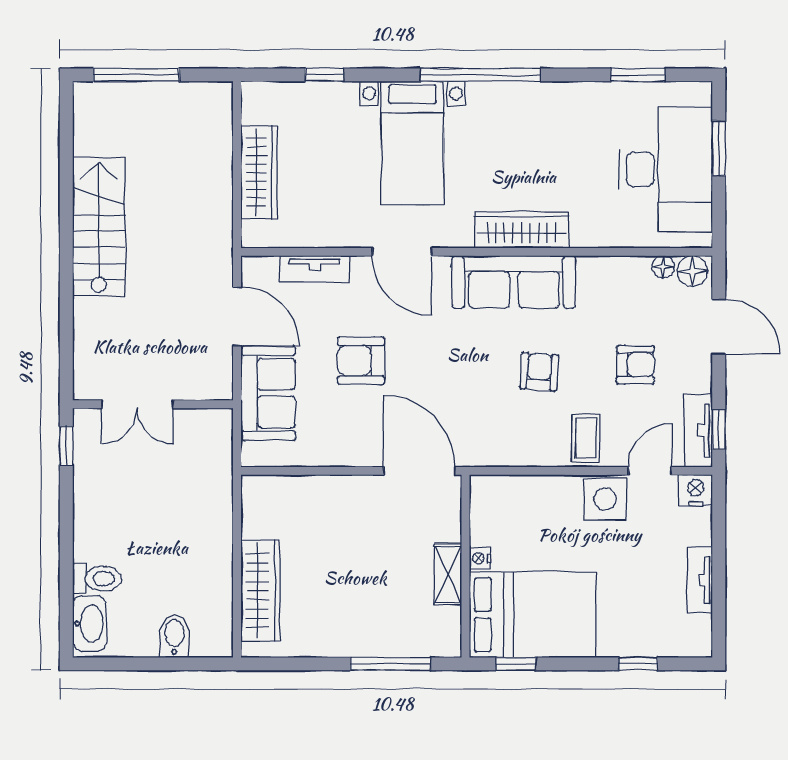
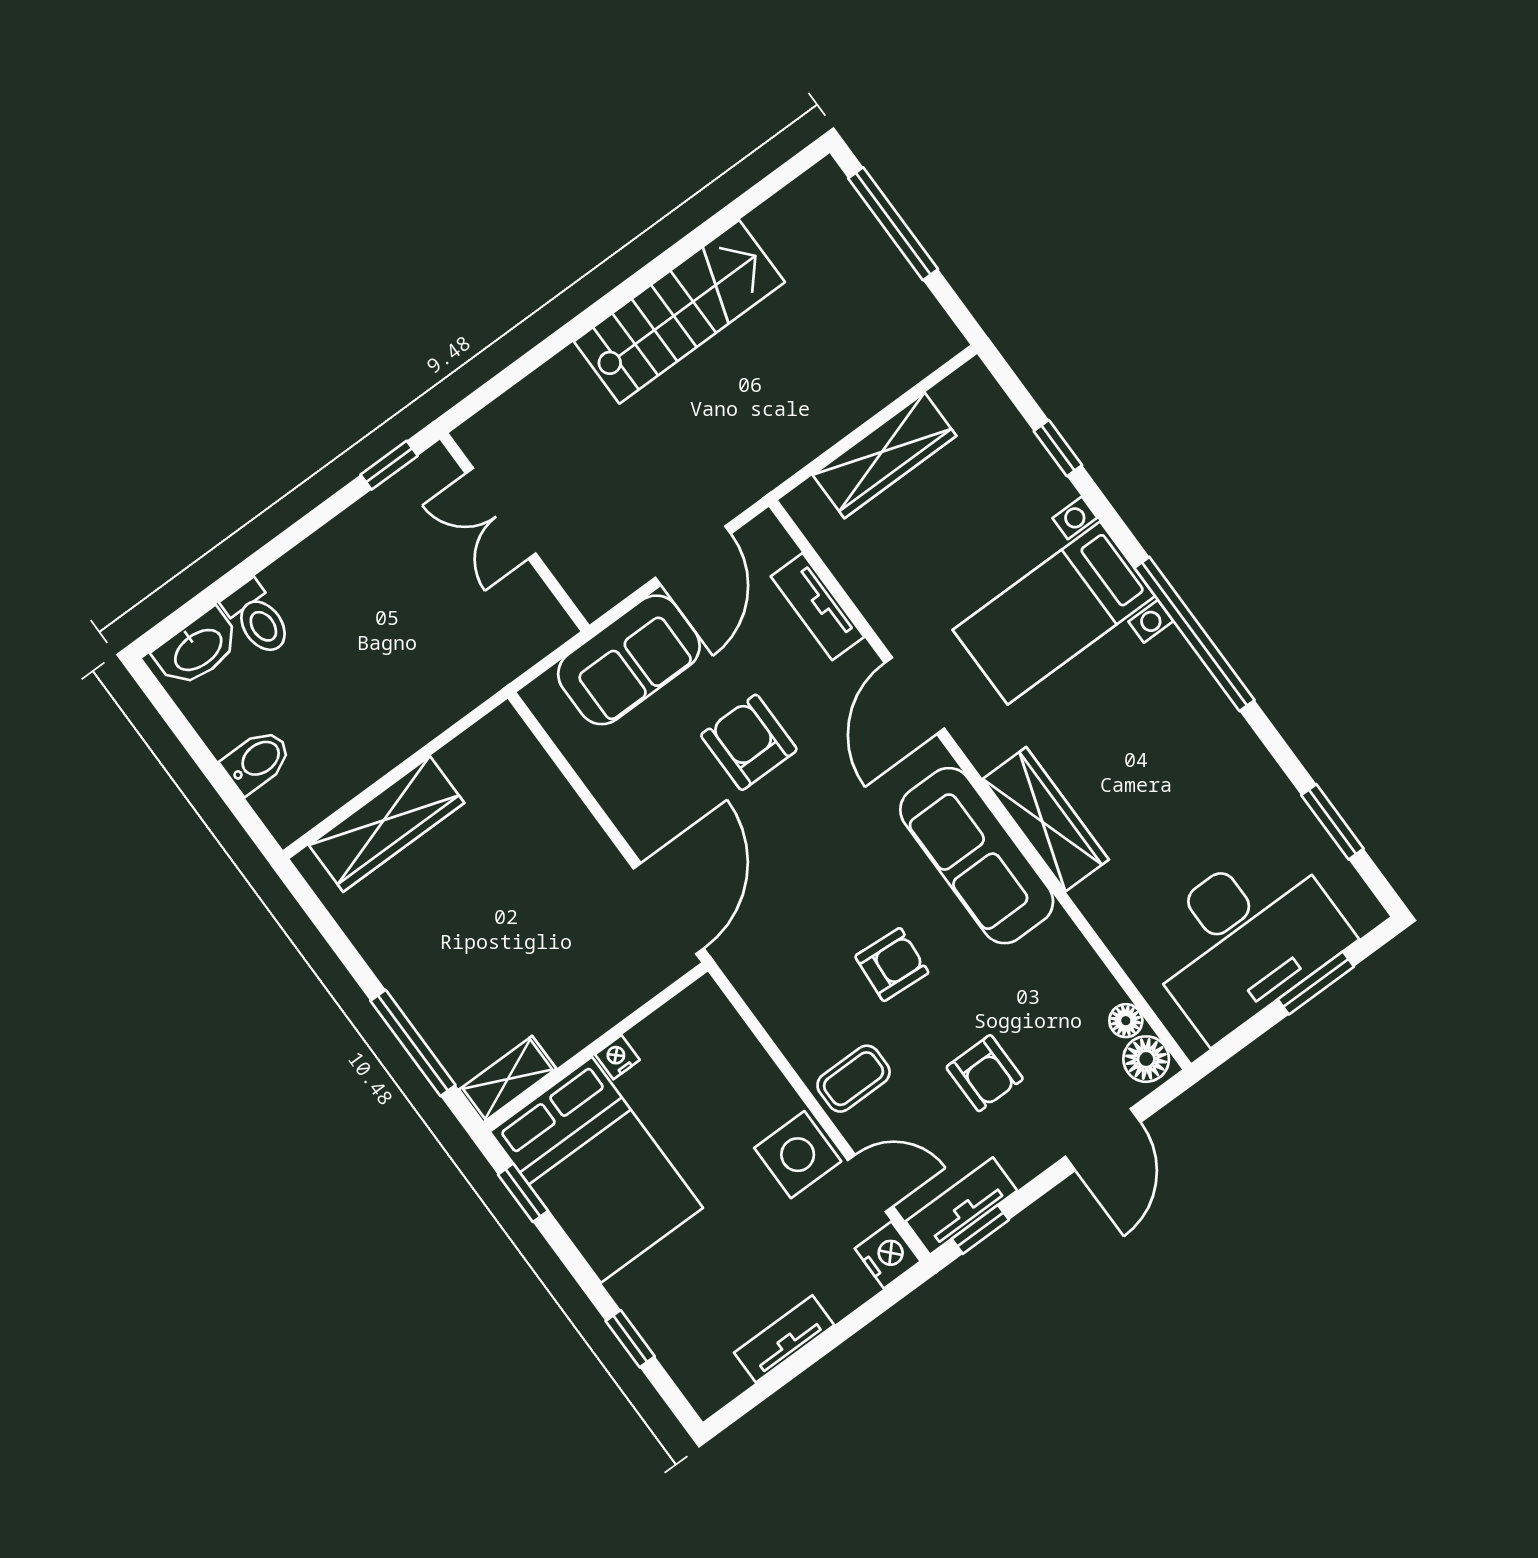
shelving: (448, 574) -> (508, 1079), moved

